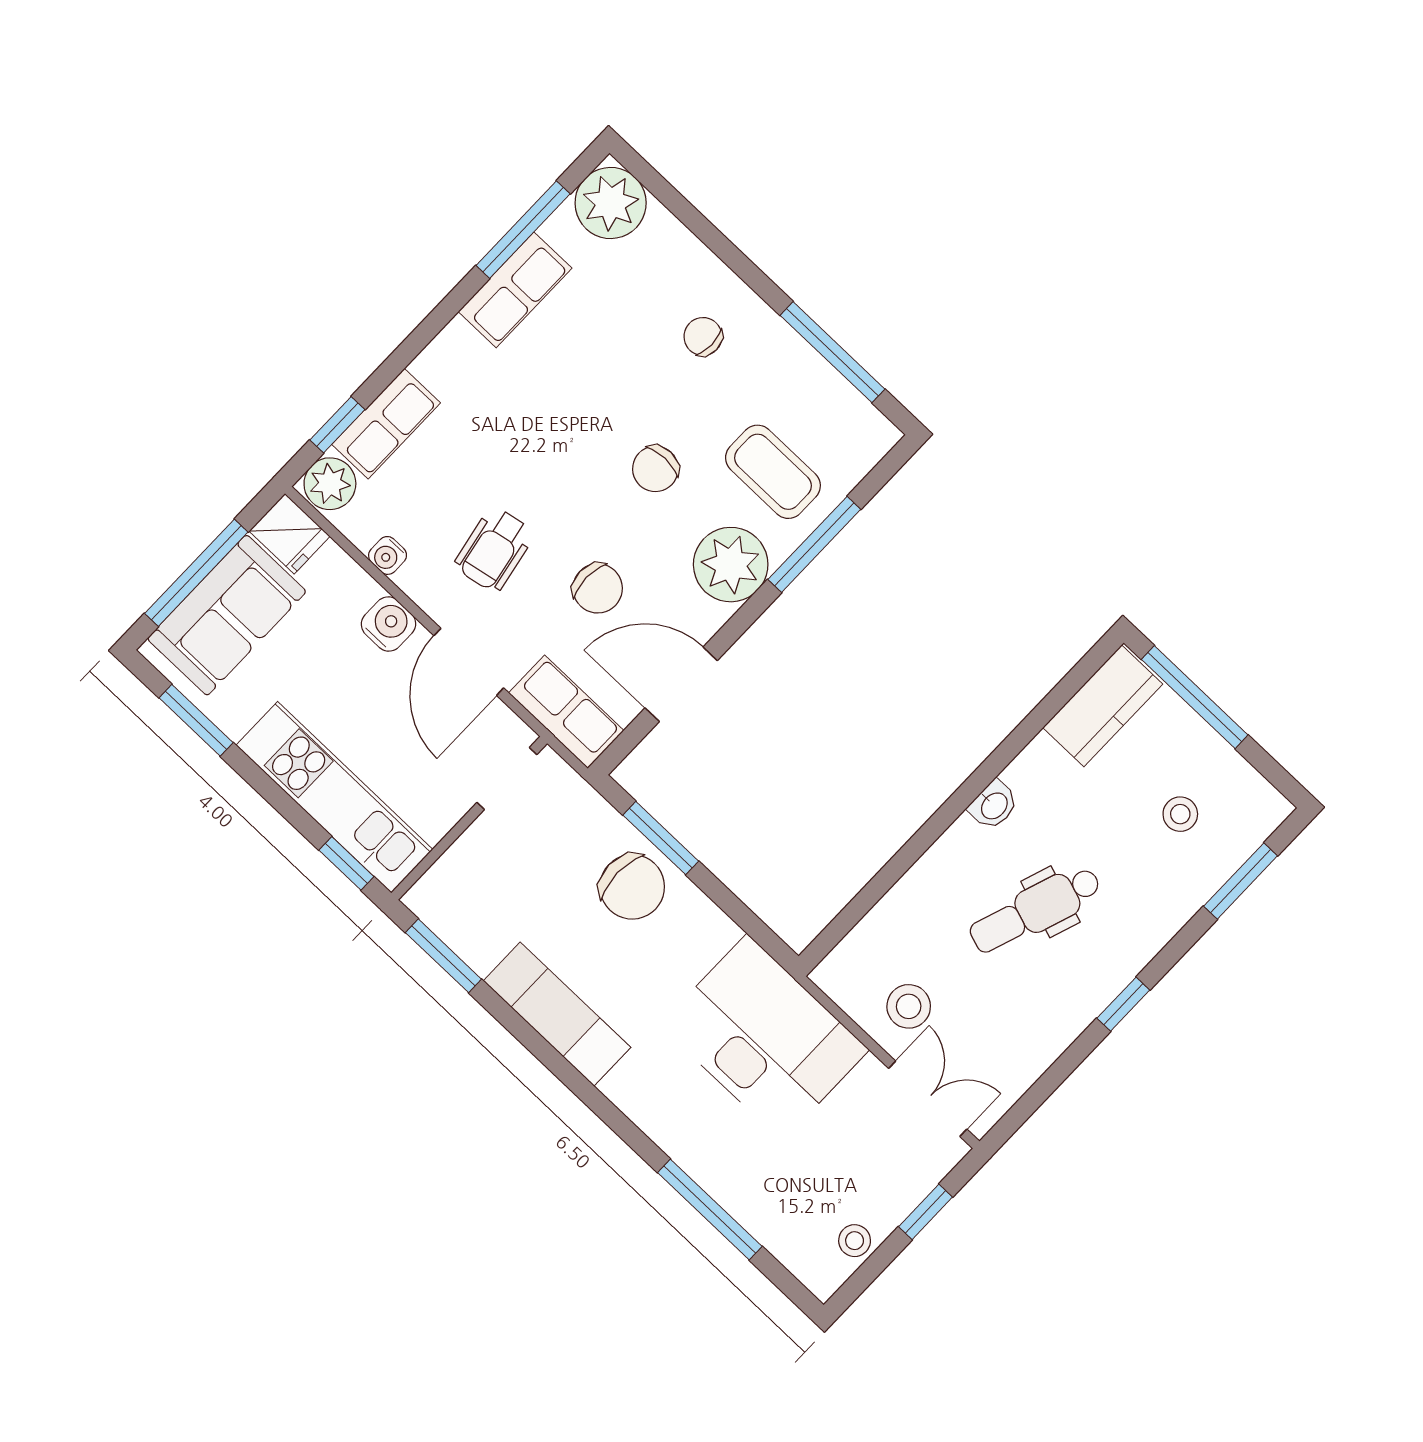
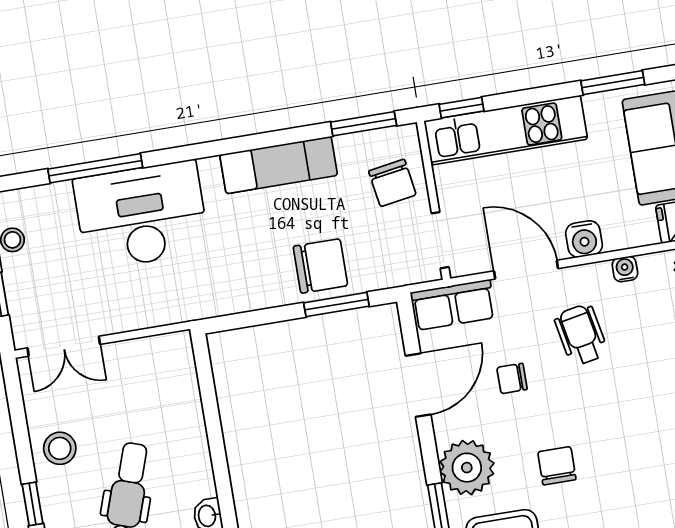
chair: (598, 588) -> (512, 378), width x0.73, depth x0.73
chair: (484, 877) -> (392, 183), added
chair: (632, 887) -> (320, 266), turned 180
stool: (909, 1006) -> (60, 448), moved
desk: (764, 1037) -> (141, 215), moved, turned 180

